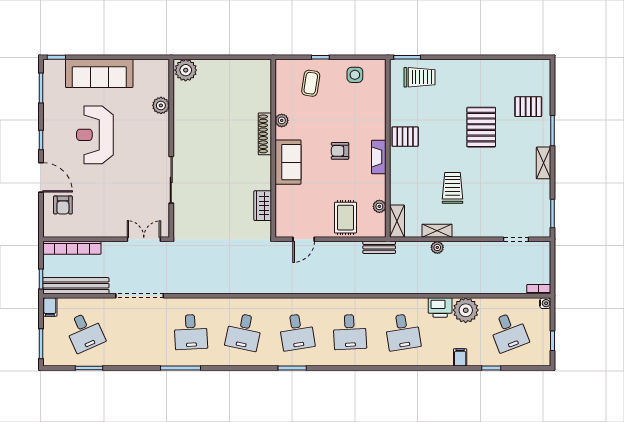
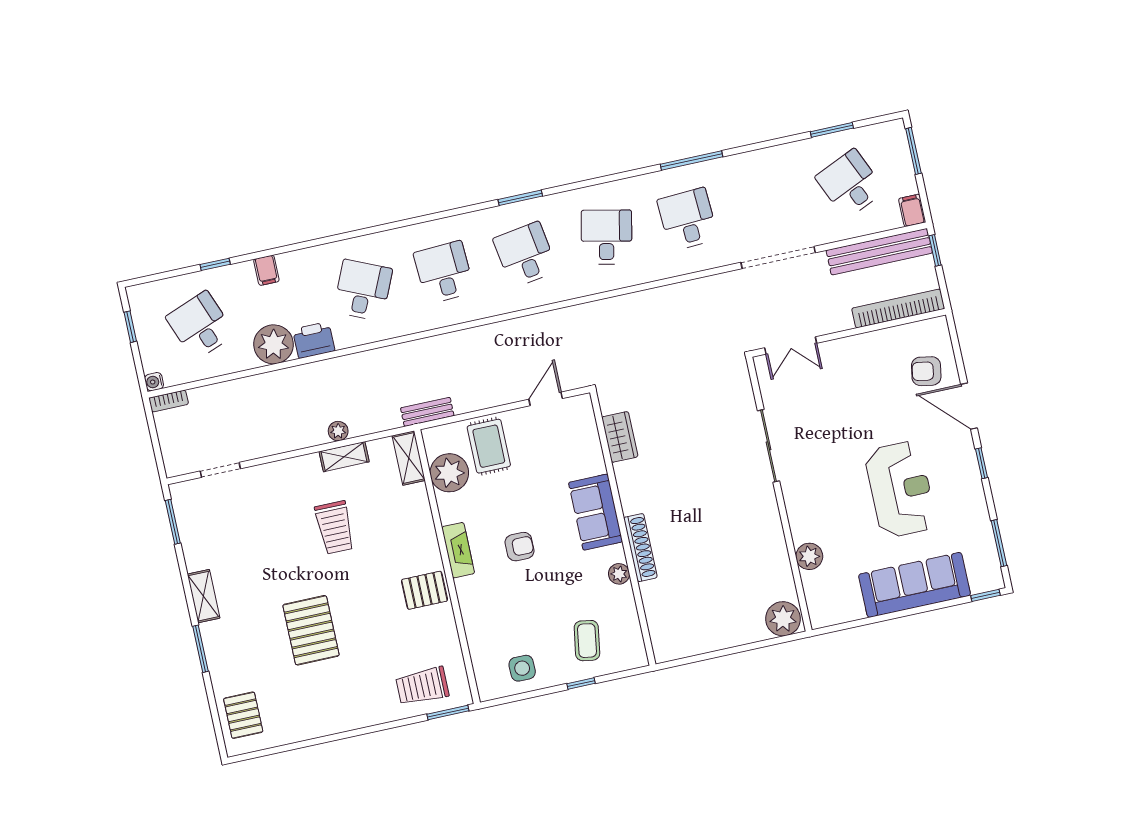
pallet: (528, 107) -> (243, 715), moved, turned 90
armchair: (63, 205) -> (926, 371), turned -80
plant: (379, 206) -> (449, 473), width x1.87, depth x1.87
desk: (403, 332) -> (363, 290), turned 33

